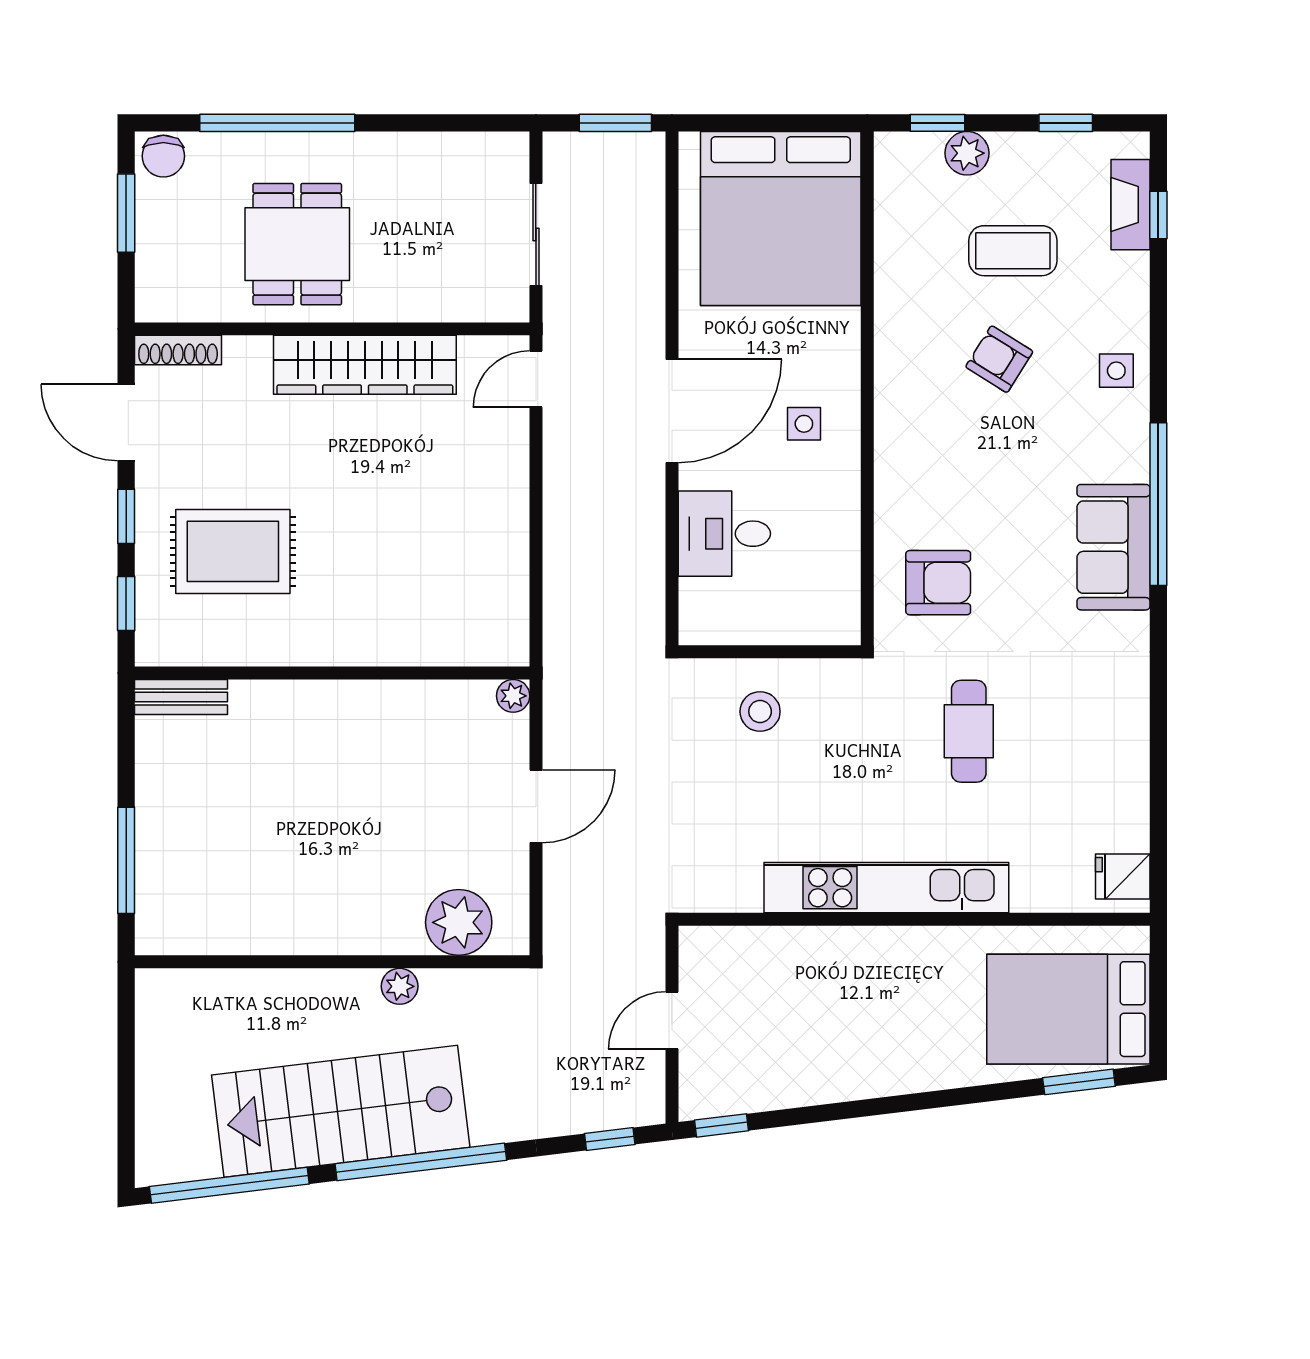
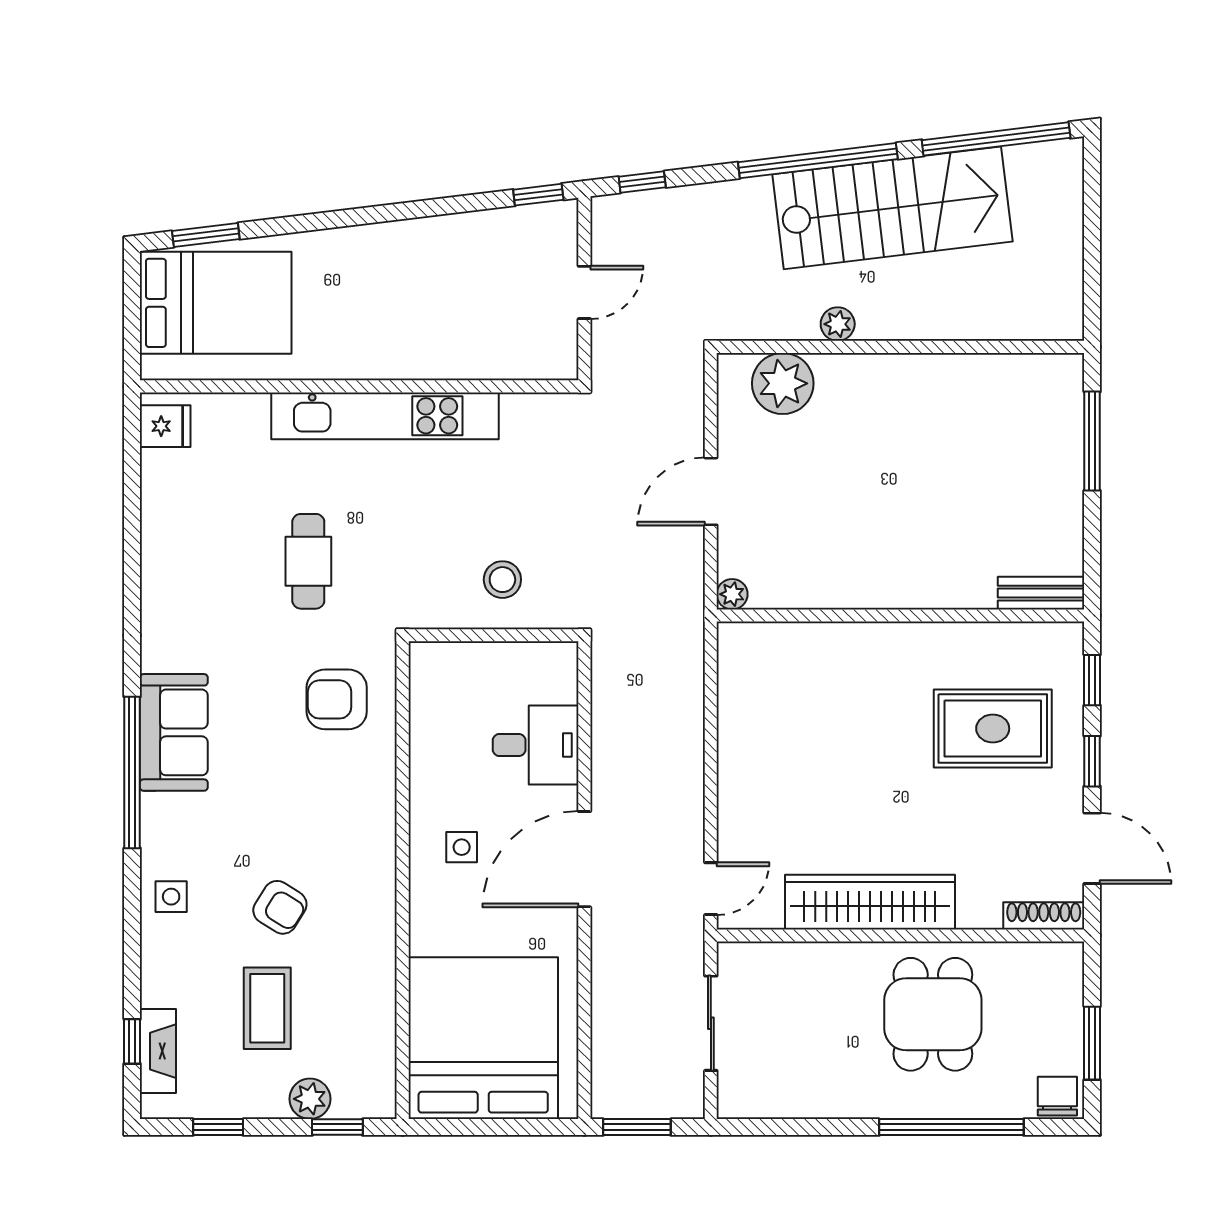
coffee table: (1013, 251) -> (267, 1008), turned 90

